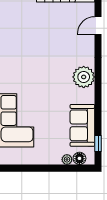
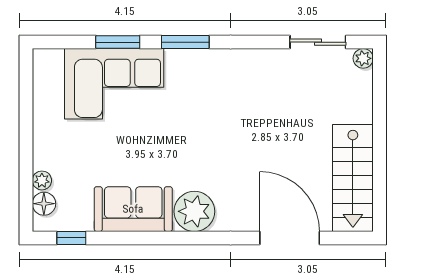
door: (98, 25) -> (290, 238), width x1.87
sofa: (82, 125) -> (133, 209), moved

